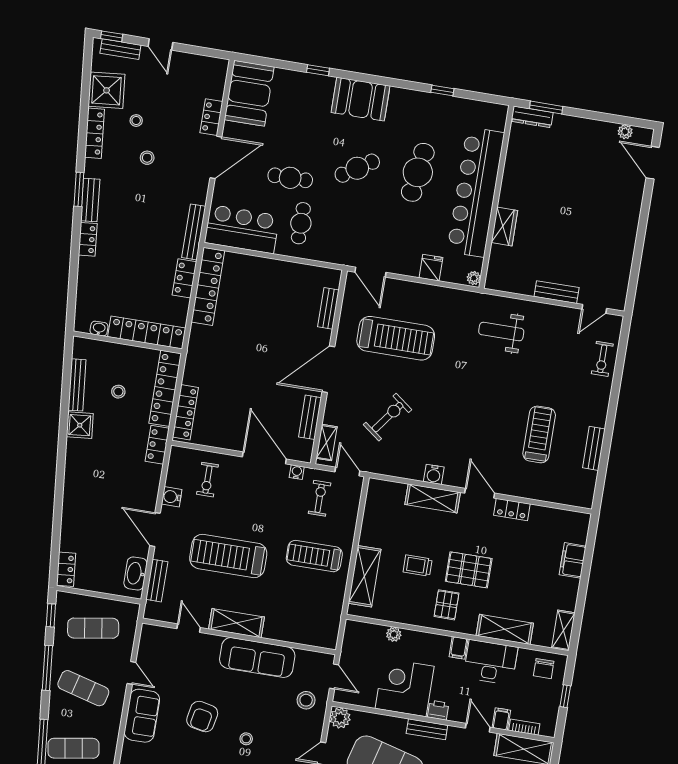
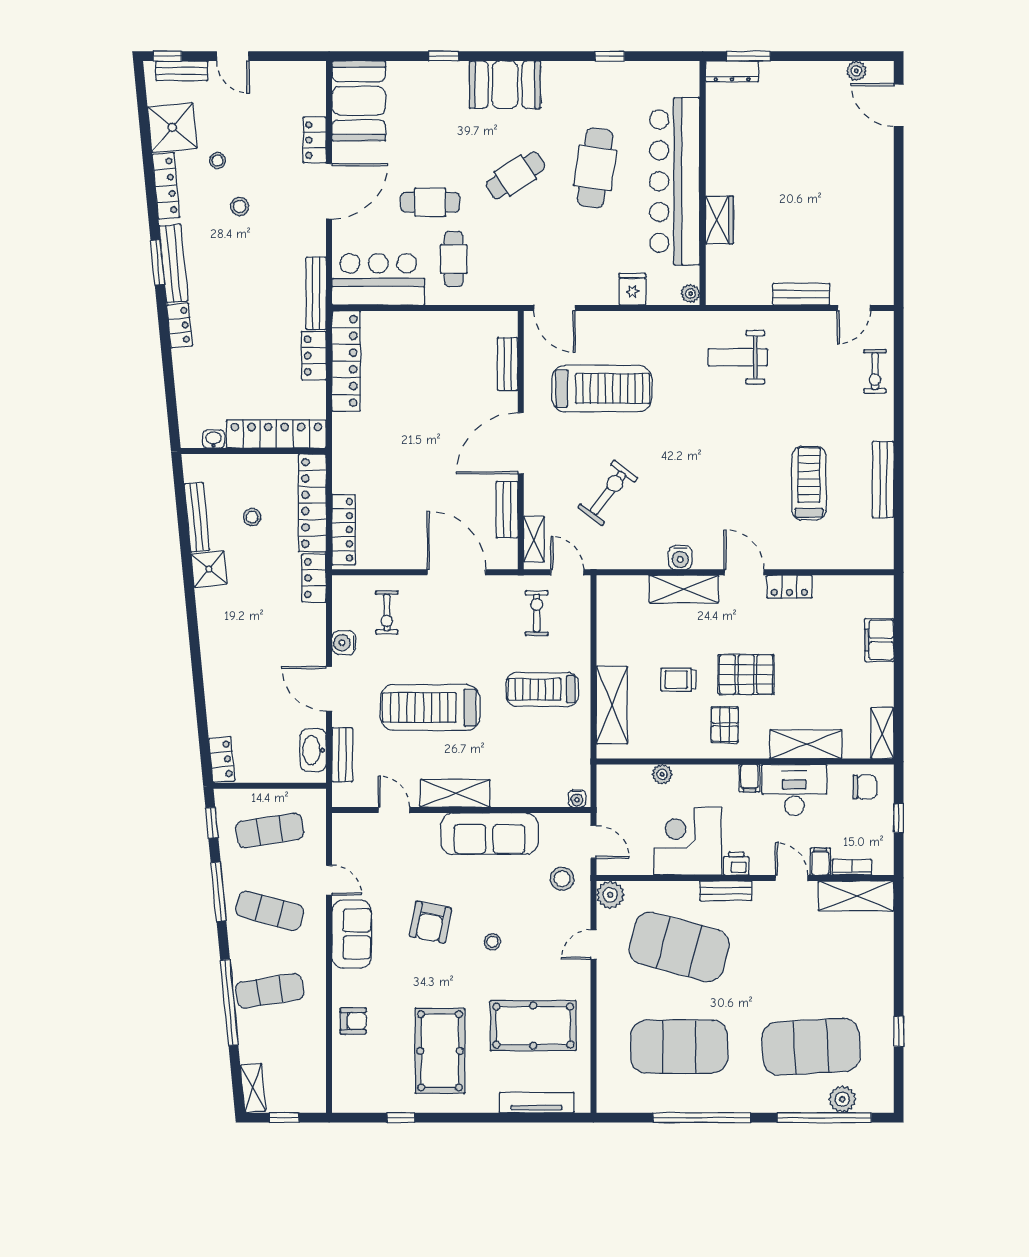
bench: (90, 200) -> (174, 263), width x1.36
bench: (594, 448) -> (883, 480), width x1.36
water cooler: (297, 472) -> (577, 798), moved, turned 180
chair: (544, 669) -> (865, 787), turned -90

